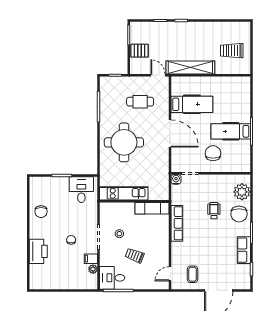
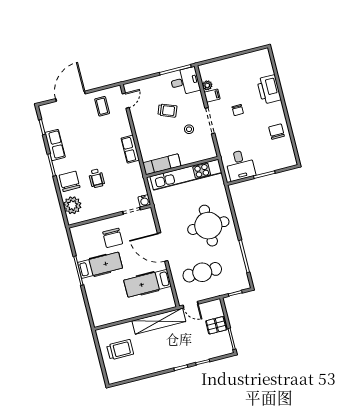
cafe table: (140, 102) -> (202, 272), width x1.37, depth x1.35
kitchen unit: (124, 193) -> (186, 175), width x1.36
row of seats: (177, 223) -> (130, 149), width x0.68

